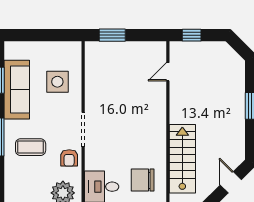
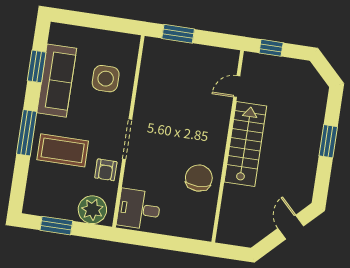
coffee table: (31, 147) -> (63, 150), width x1.36, depth x1.32
stairs: (182, 159) -> (245, 144), moved
chair: (143, 180) -> (199, 178), moved, turned 90

